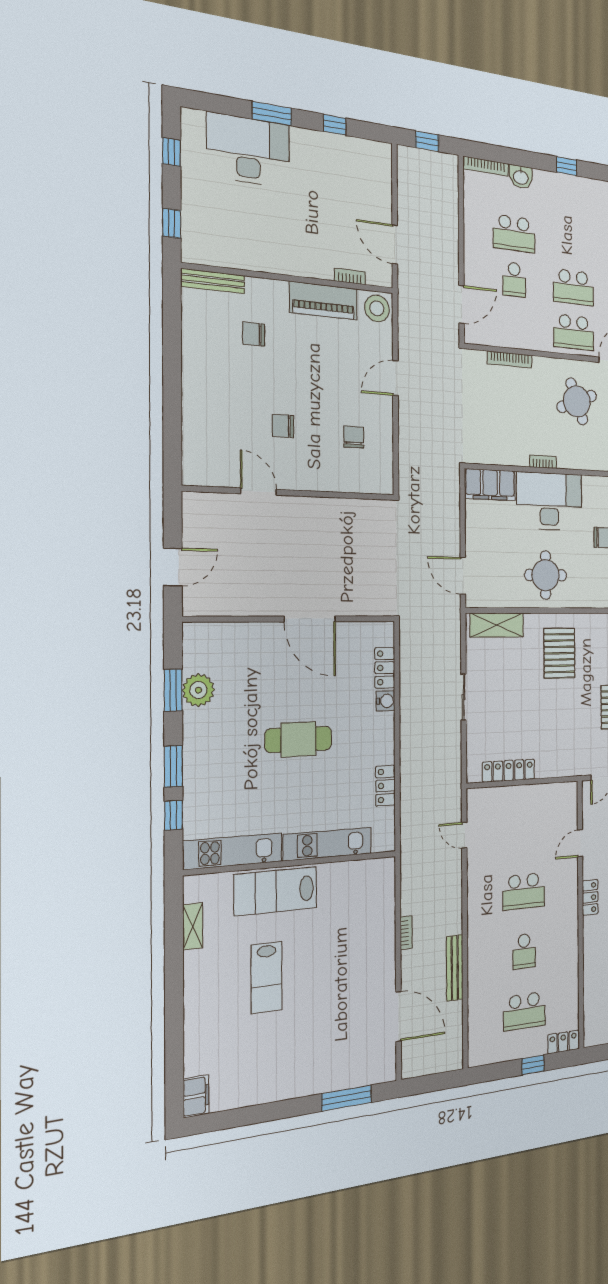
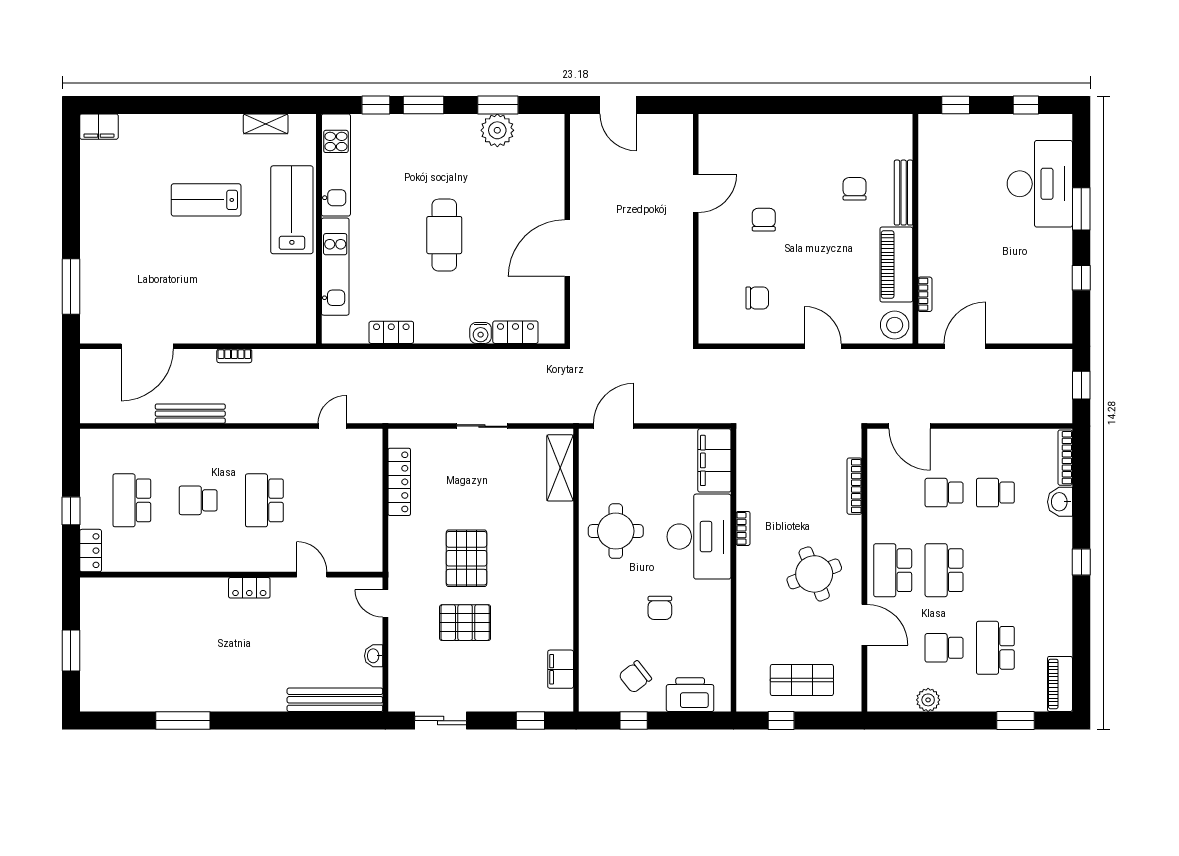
school desk: (514, 234) -> (995, 493), width x0.54
bench: (213, 281) -> (904, 193), moved
pallet: (559, 653) -> (466, 558), moved, turned 90

